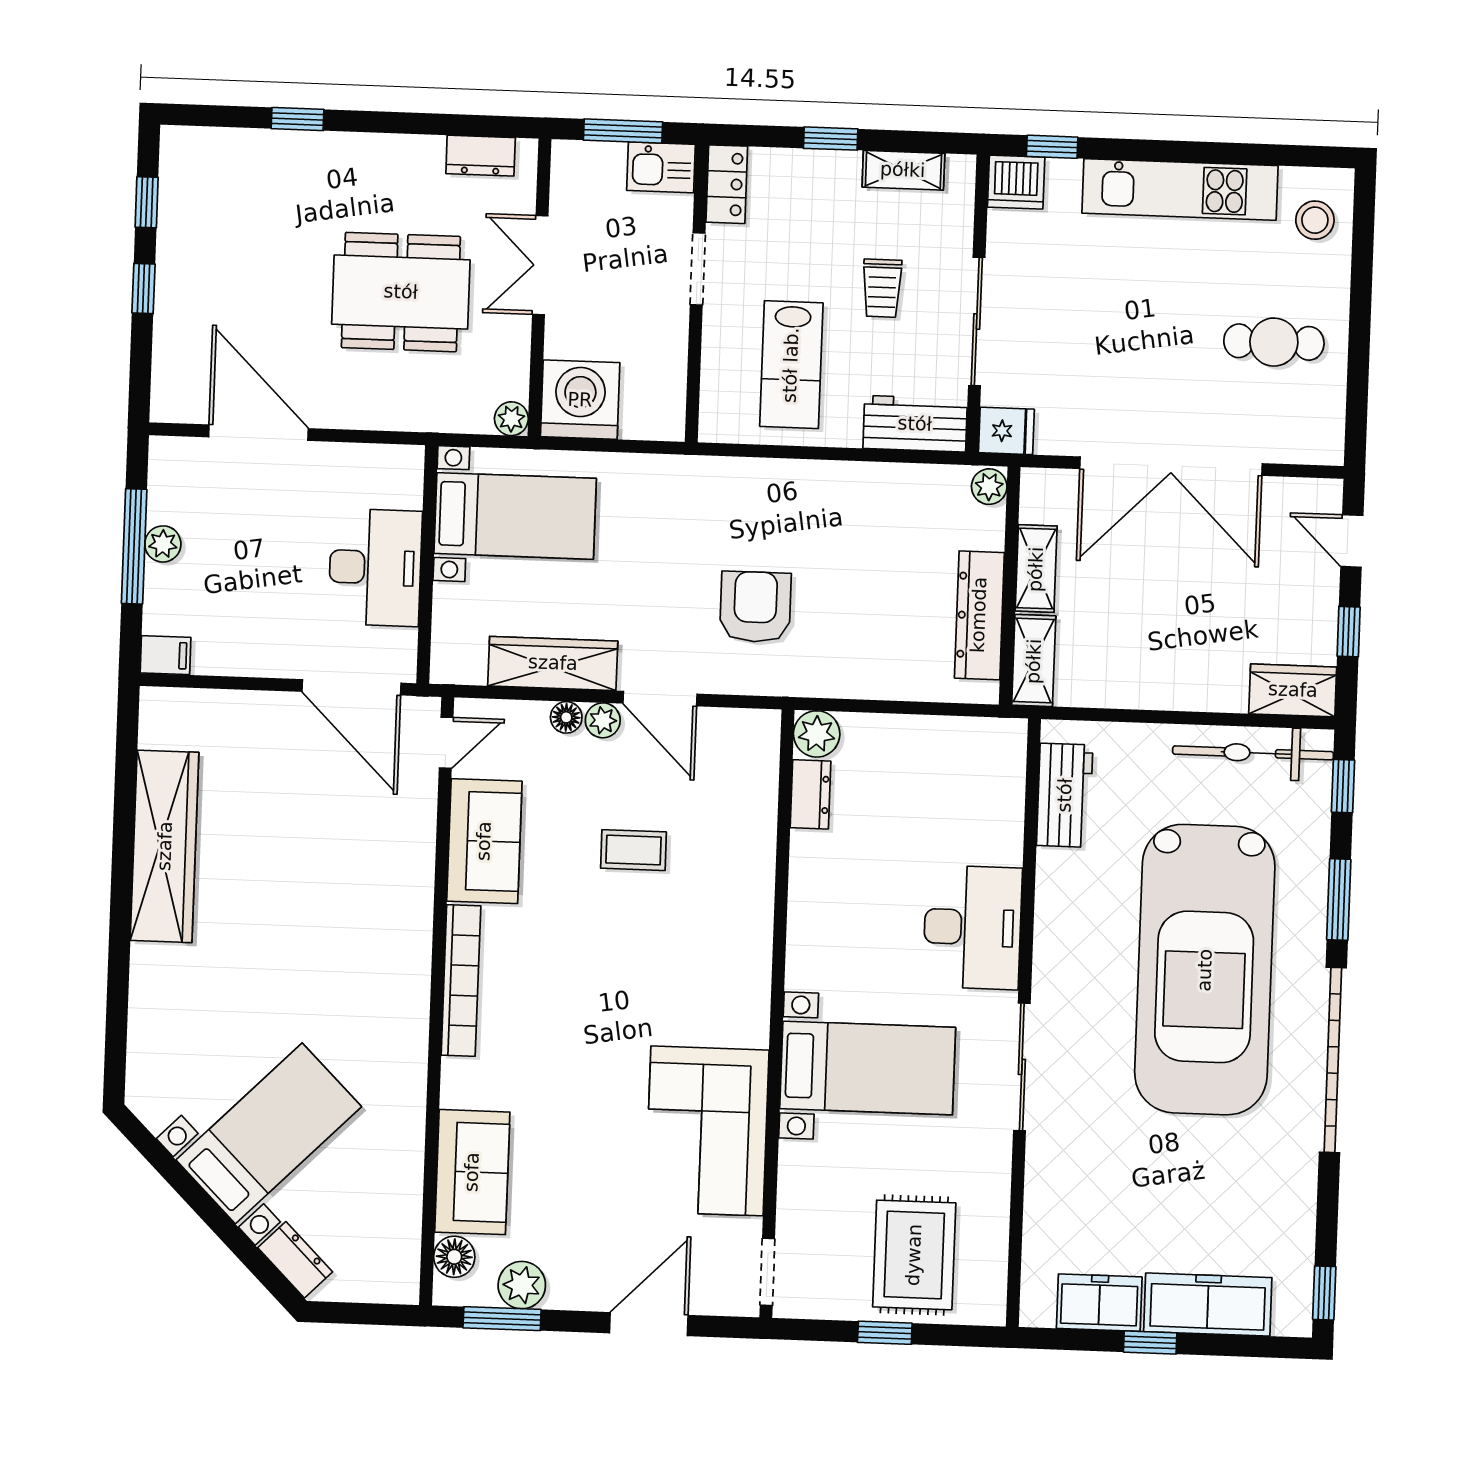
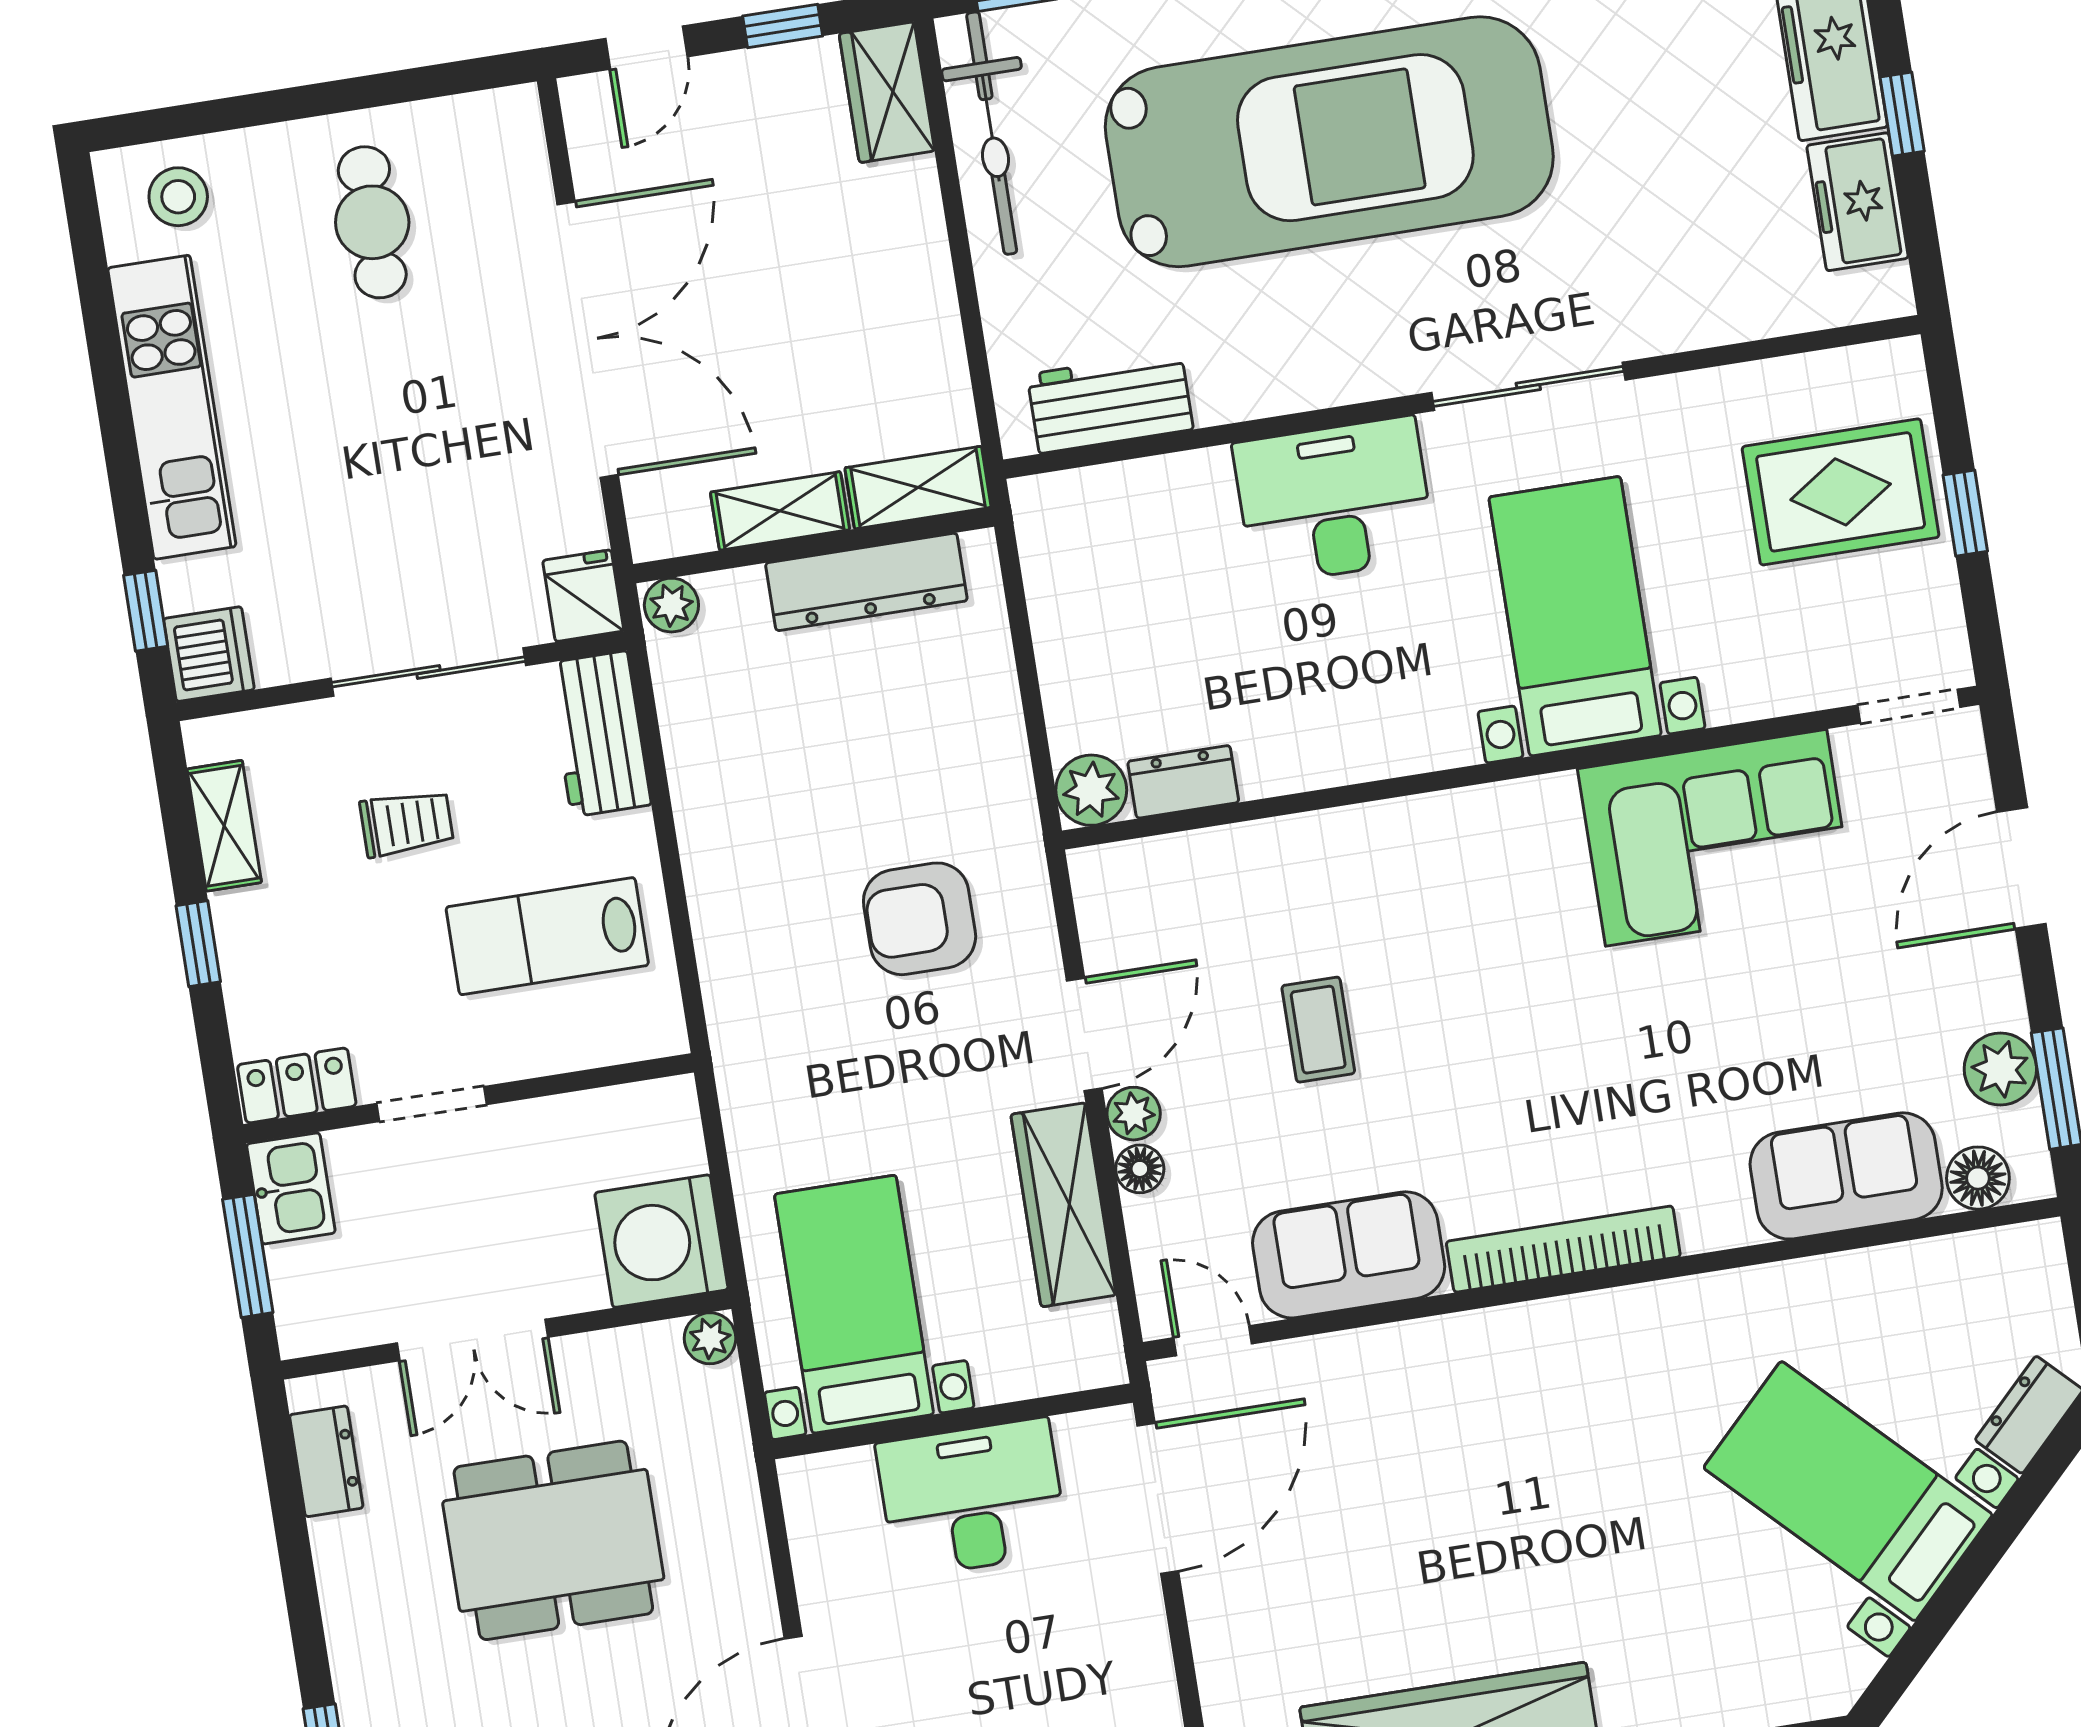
dining table: (401, 292) -> (553, 1540), turned 90
lab bench: (791, 365) -> (547, 936), turned 180
door: (649, 1324) -> (2021, 868), hinge flipped

